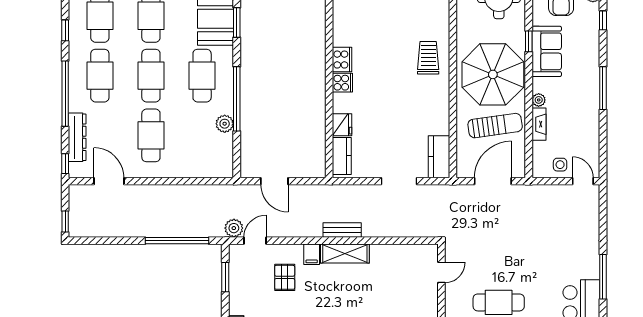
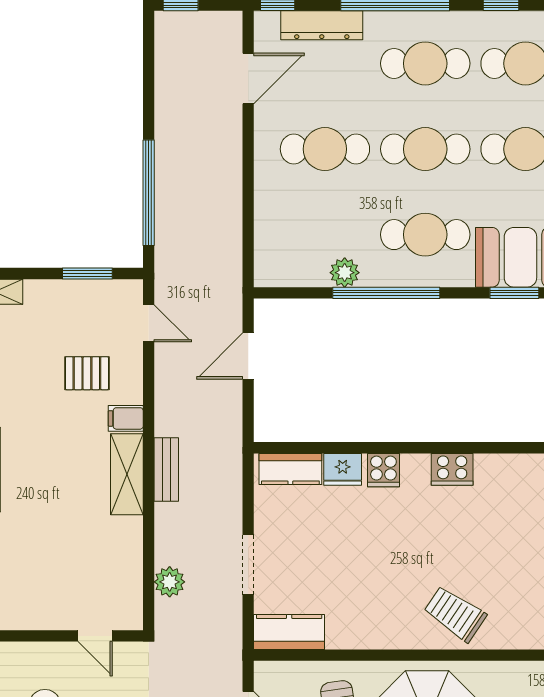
trolley: (428, 58) -> (455, 614), turned -146
cooker: (342, 83) -> (383, 470), moved
plant: (234, 228) -> (170, 582), moved

